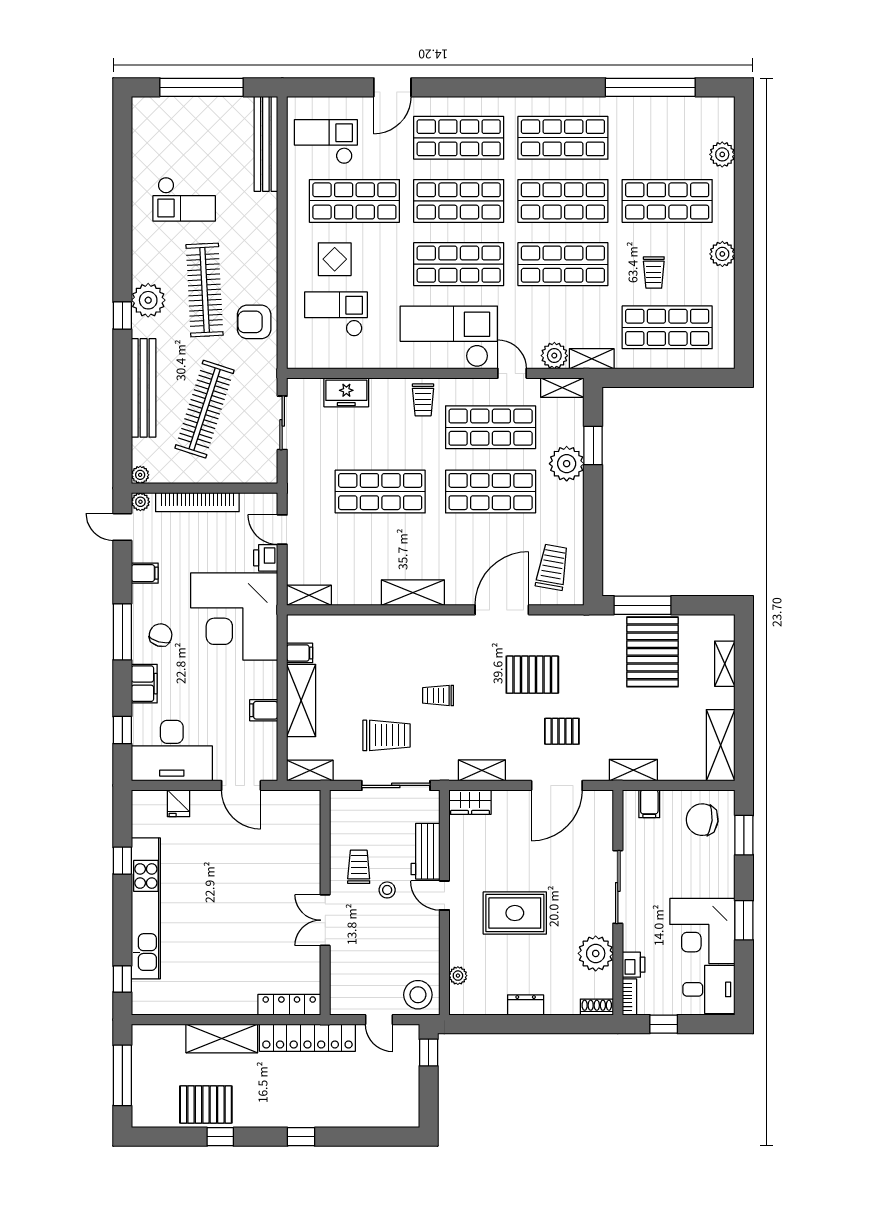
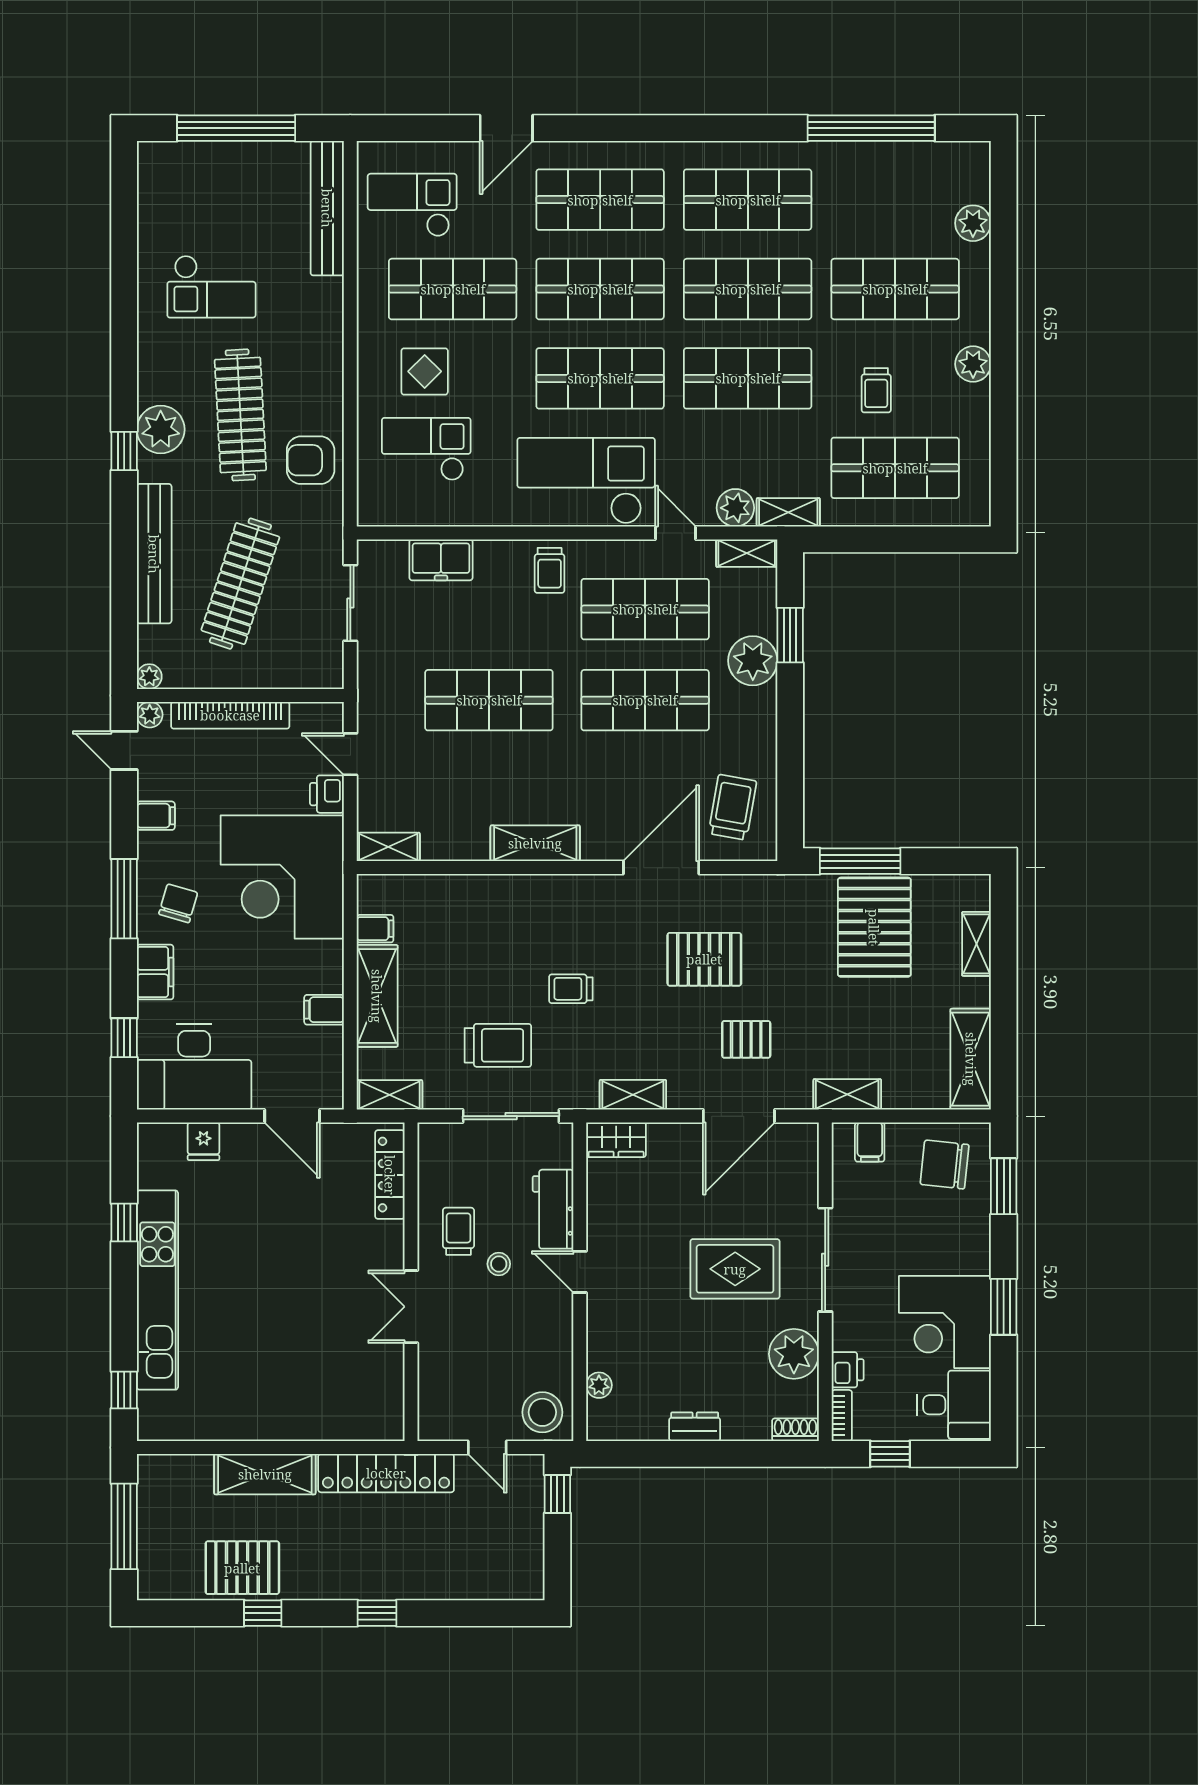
rug: (515, 913) -> (735, 1269), moved
locker: (289, 1005) -> (390, 1175), moved, turned -90

